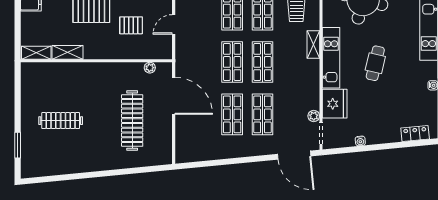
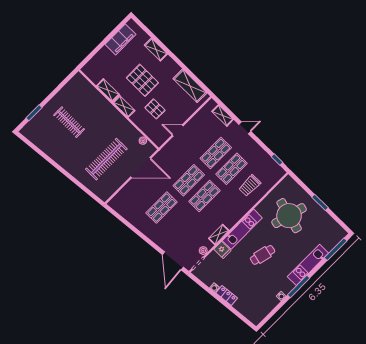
shelving: (313, 45) -> (219, 234), moved
shelving: (36, 53) -> (124, 106), moved
door: (174, 96) -> (141, 168), hinge flipped
fridge: (335, 104) -> (222, 250), width x0.53, depth x0.75
shop shelf: (263, 114) -> (177, 223), removed
locker: (415, 134) -> (227, 296), moved

